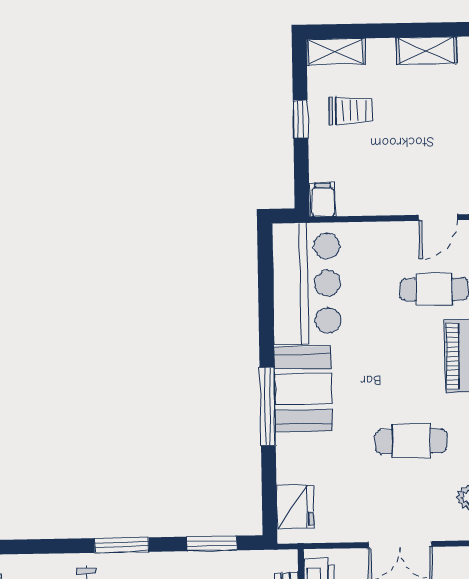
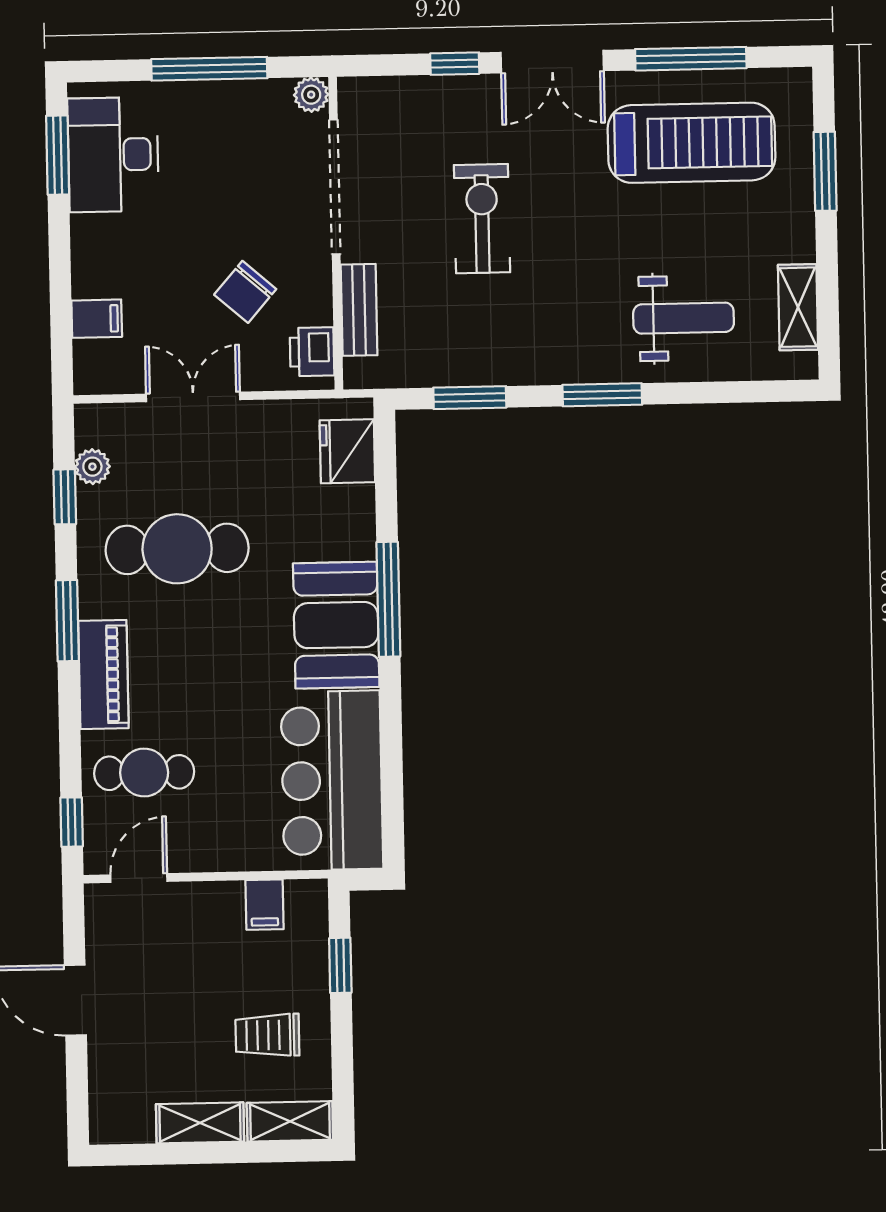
shelving: (427, 51) -> (200, 1123), moved
window: (300, 119) -> (340, 965), moved
filing cabinet: (323, 200) -> (265, 905), moved
cafe table: (411, 441) -> (177, 549), width x1.37, depth x1.35

